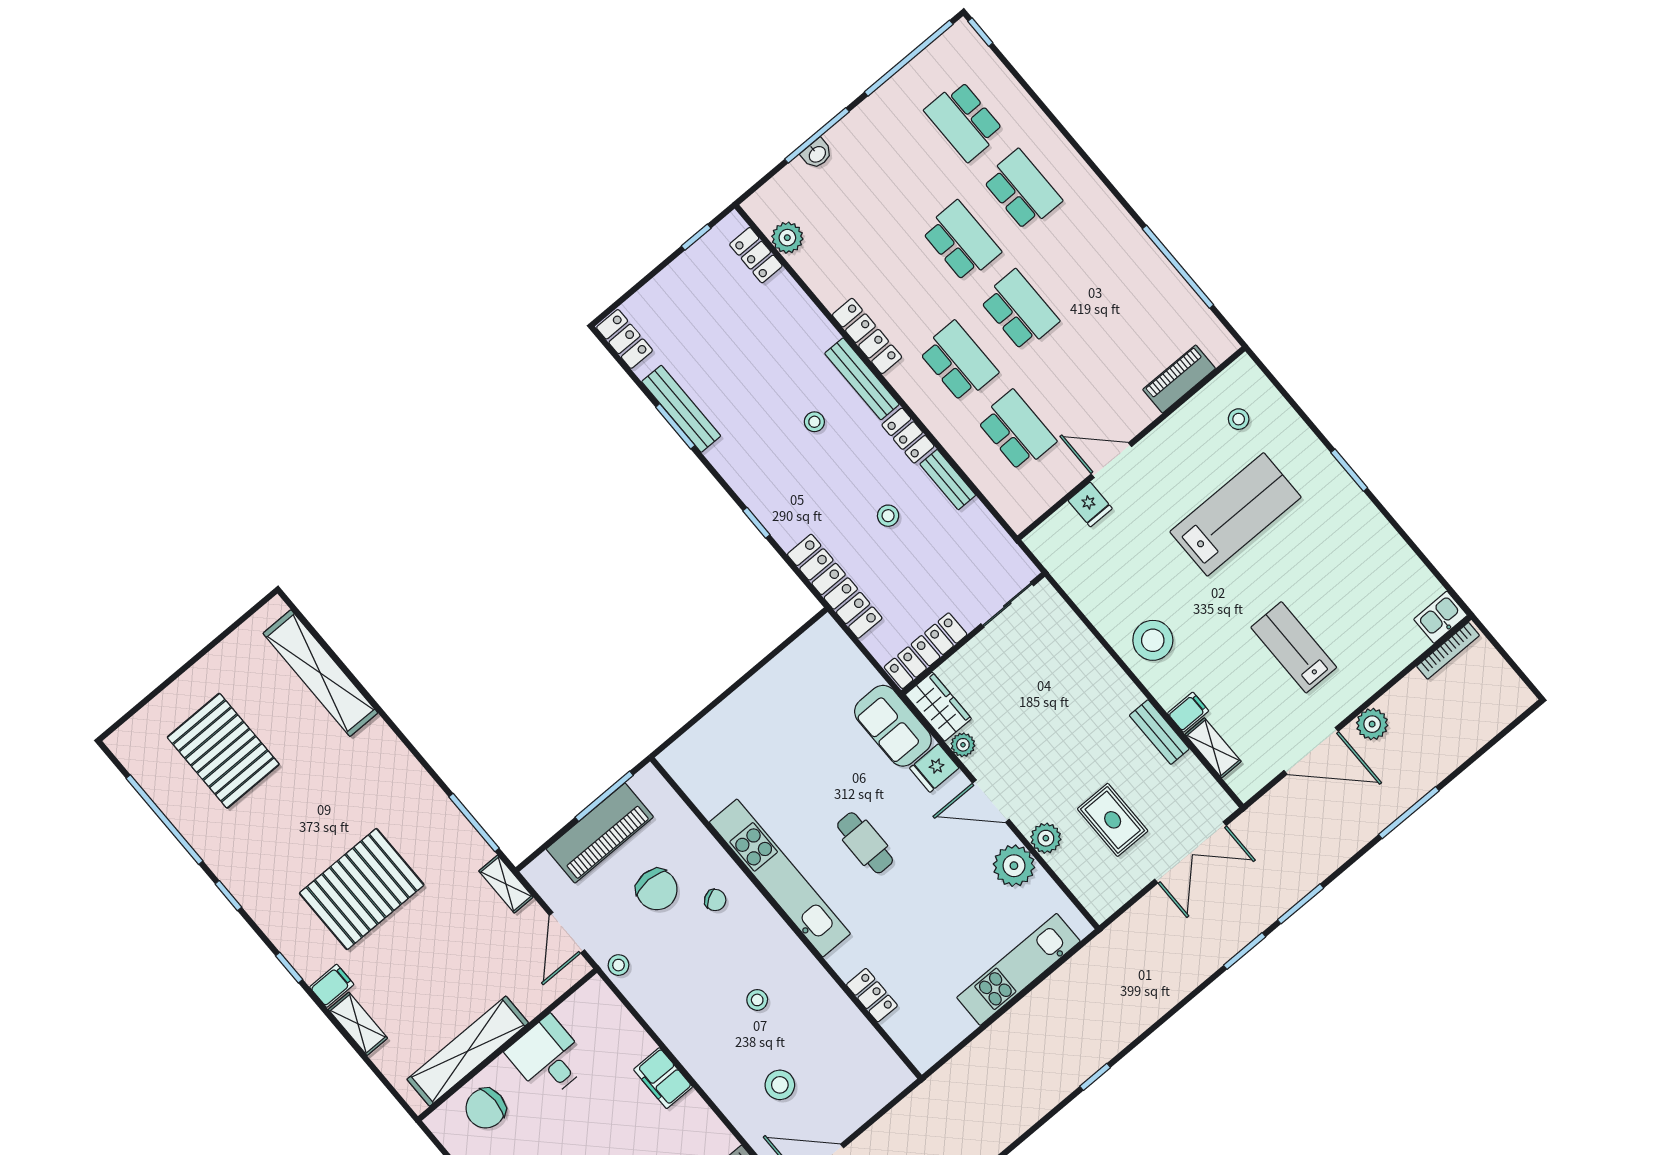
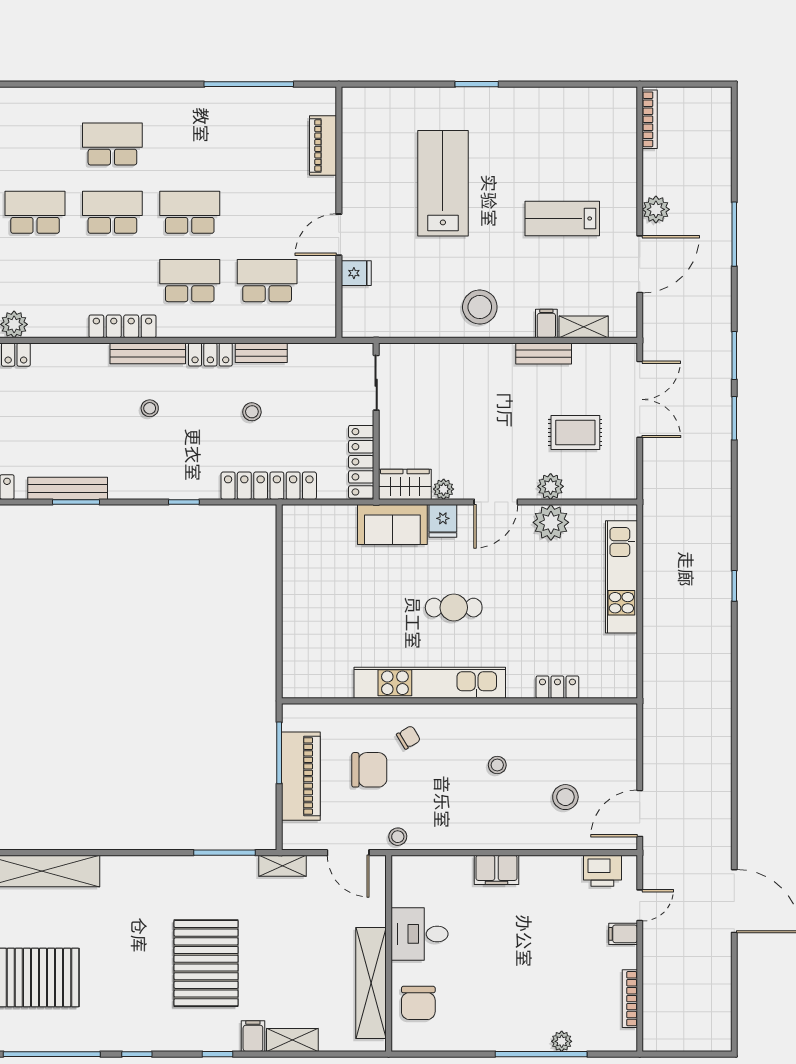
school desk: (964, 121) -> (35, 212), moved, turned 180
stool: (1239, 419) -> (382, 129), removed
kitchen sink: (1441, 617) -> (624, 106), removed

